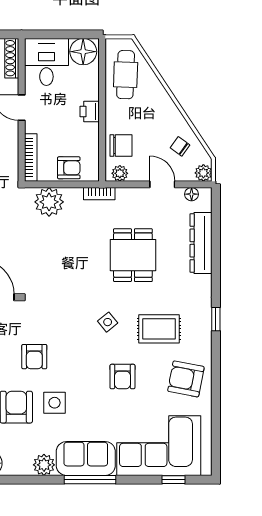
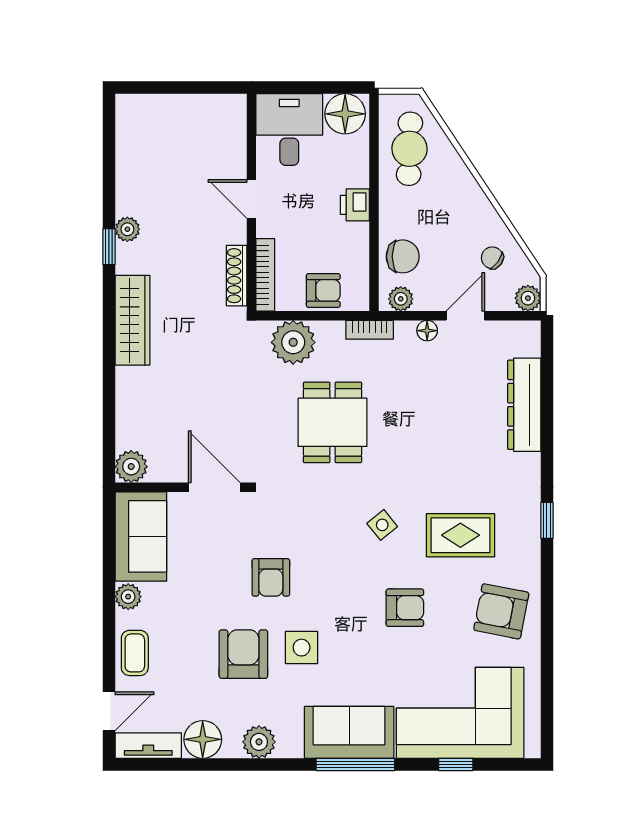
shoe rack: (12, 58) -> (237, 276), moved
door: (162, 184) -> (465, 316), hinge flipped
floor lamp: (192, 194) -> (427, 331), moved
dining table: (133, 255) -> (333, 422), moved
armchair: (122, 377) -> (405, 608), turned -90
plant: (44, 465) -> (259, 742), moved
window: (173, 480) -> (456, 764), moved

